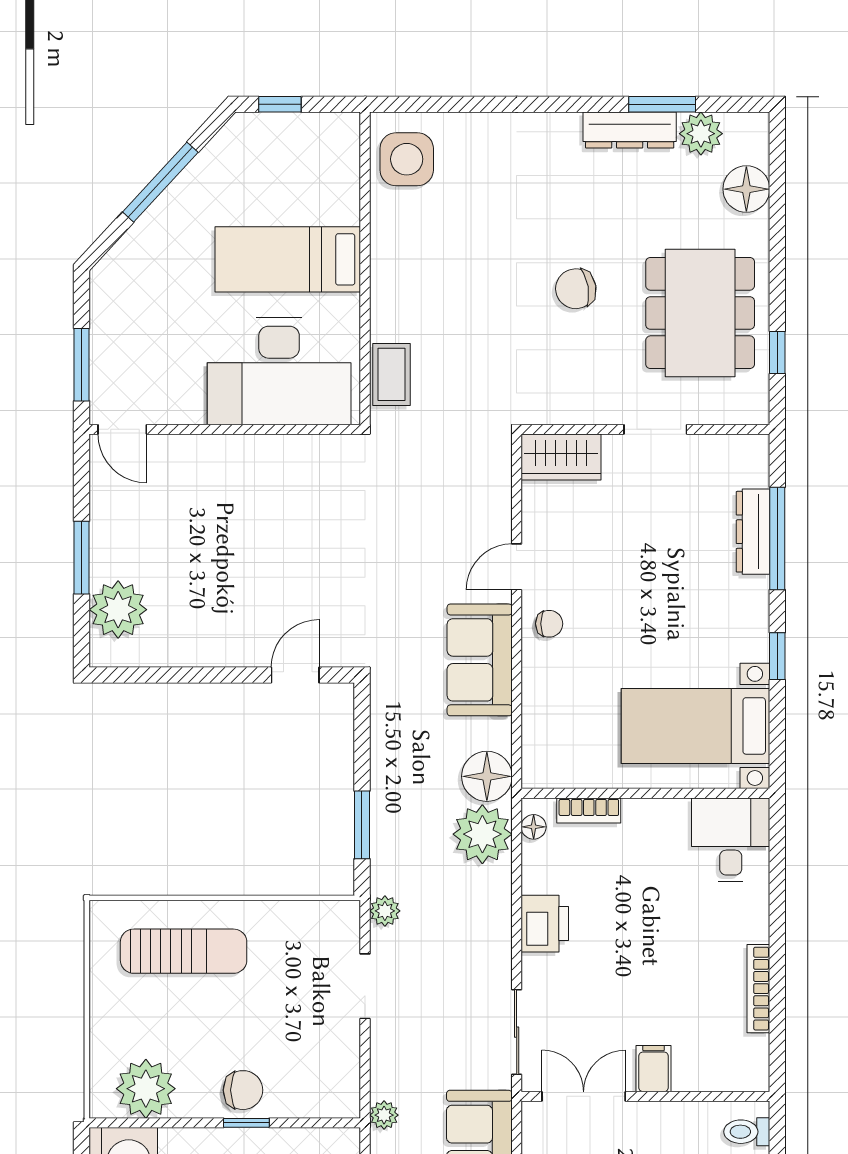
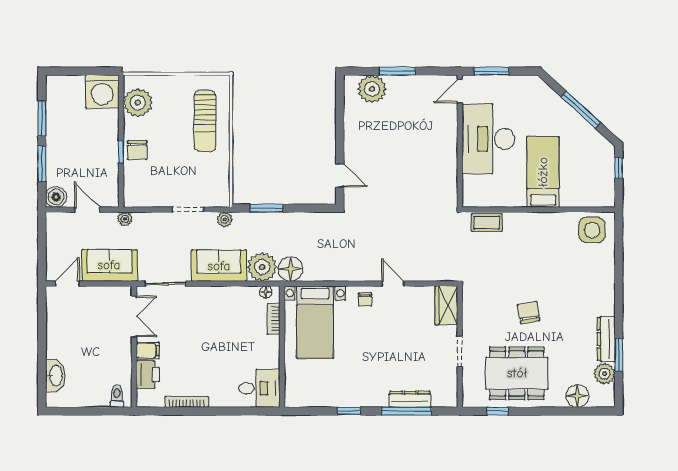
desk: (279, 371) -> (488, 139), moved
sofa: (480, 660) -> (219, 266), moved
bed with nightstands: (696, 726) -> (315, 322), moved, turned 180
printer: (545, 924) -> (148, 375), moved, turned -90

